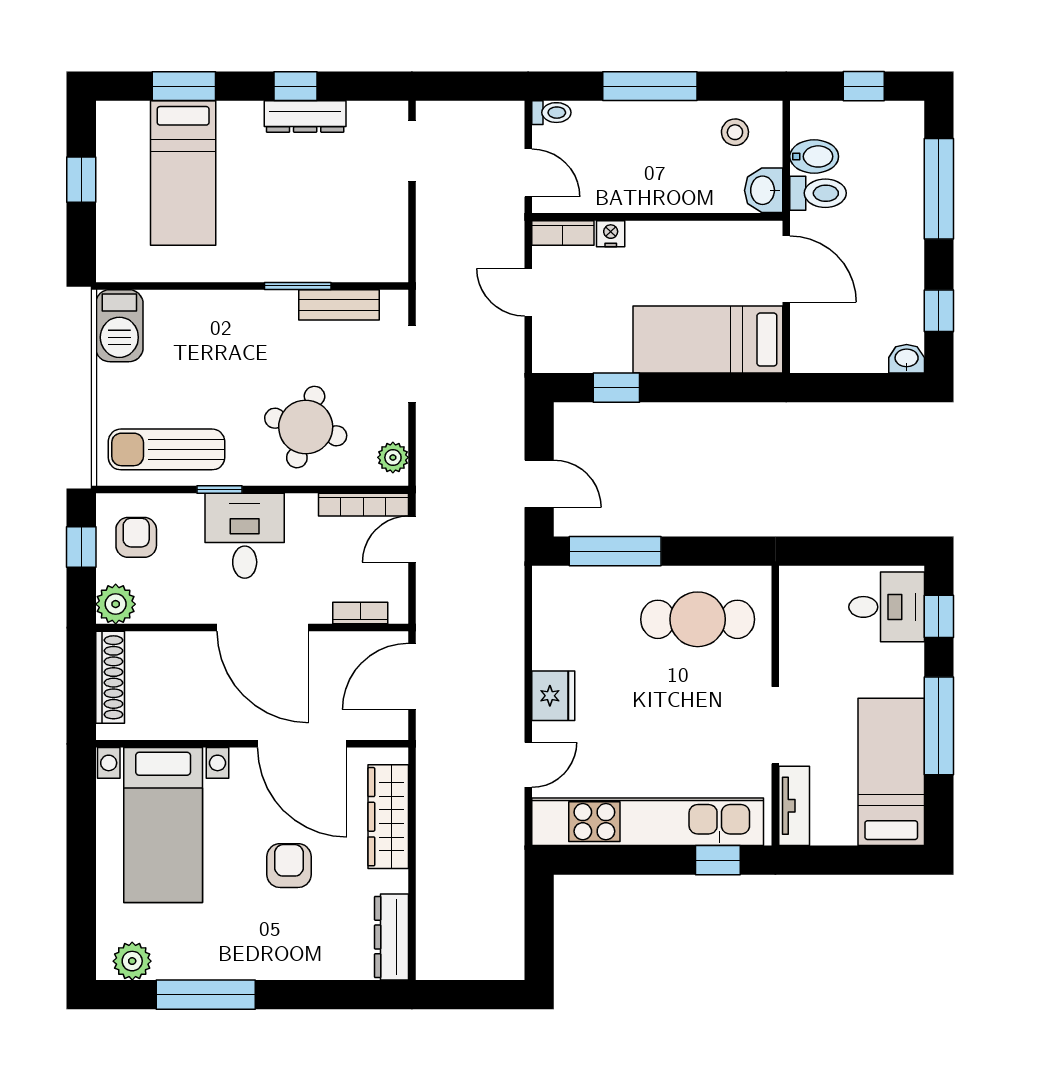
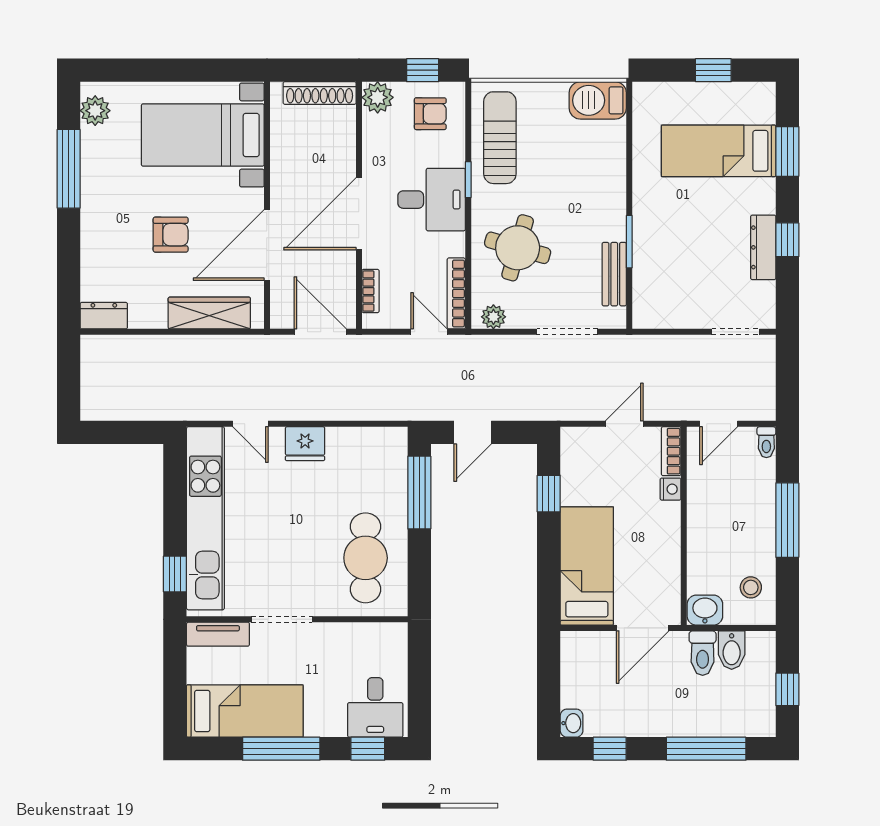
dresser: (391, 937) -> (104, 316), width x0.70

